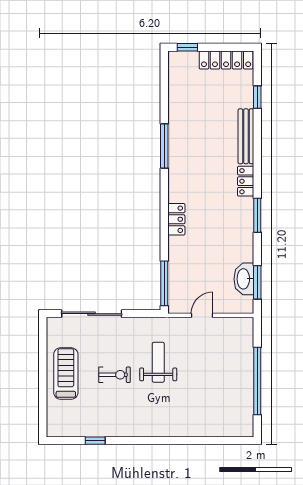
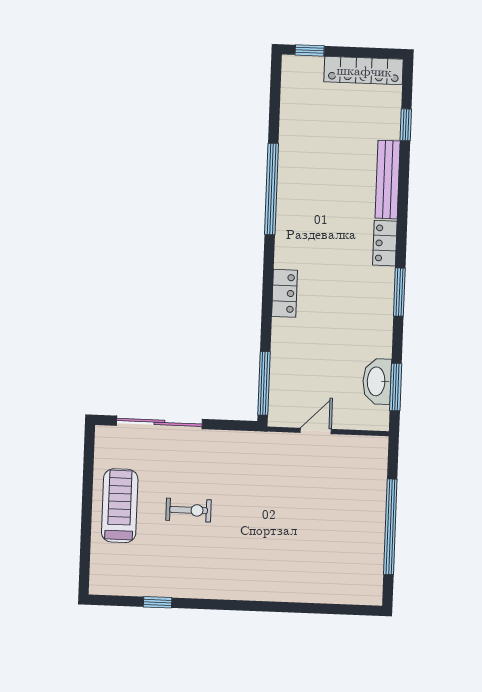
window: (164, 146) -> (271, 189), width x1.46
weight bench: (158, 362) -> (251, 495), removed

